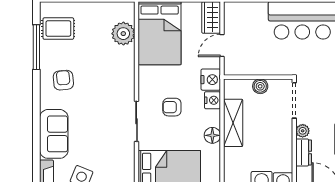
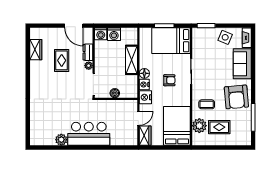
rug: (58, 29) -> (219, 127), moved
coffee table: (111, 68) -> (207, 104), added
armchair: (63, 80) -> (236, 97), width x1.88, depth x1.88
shelving: (233, 123) -> (131, 60), moved
floor lamp: (212, 135) -> (144, 73), moved

